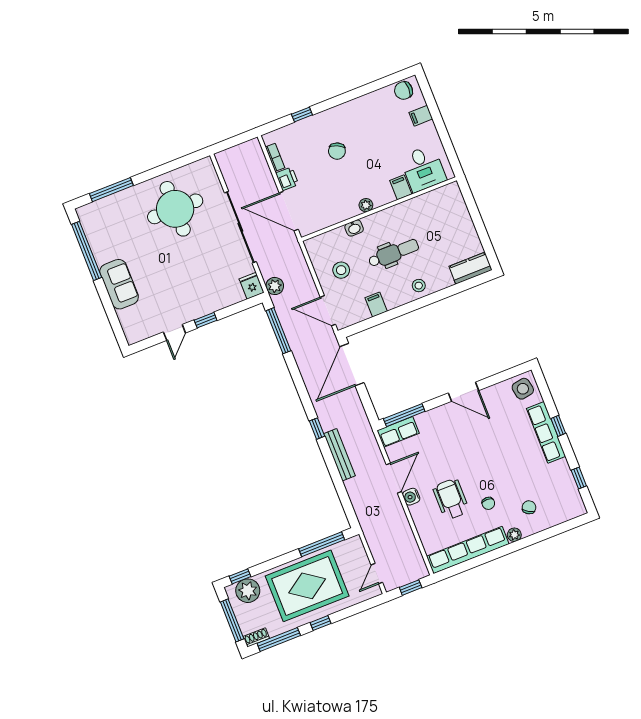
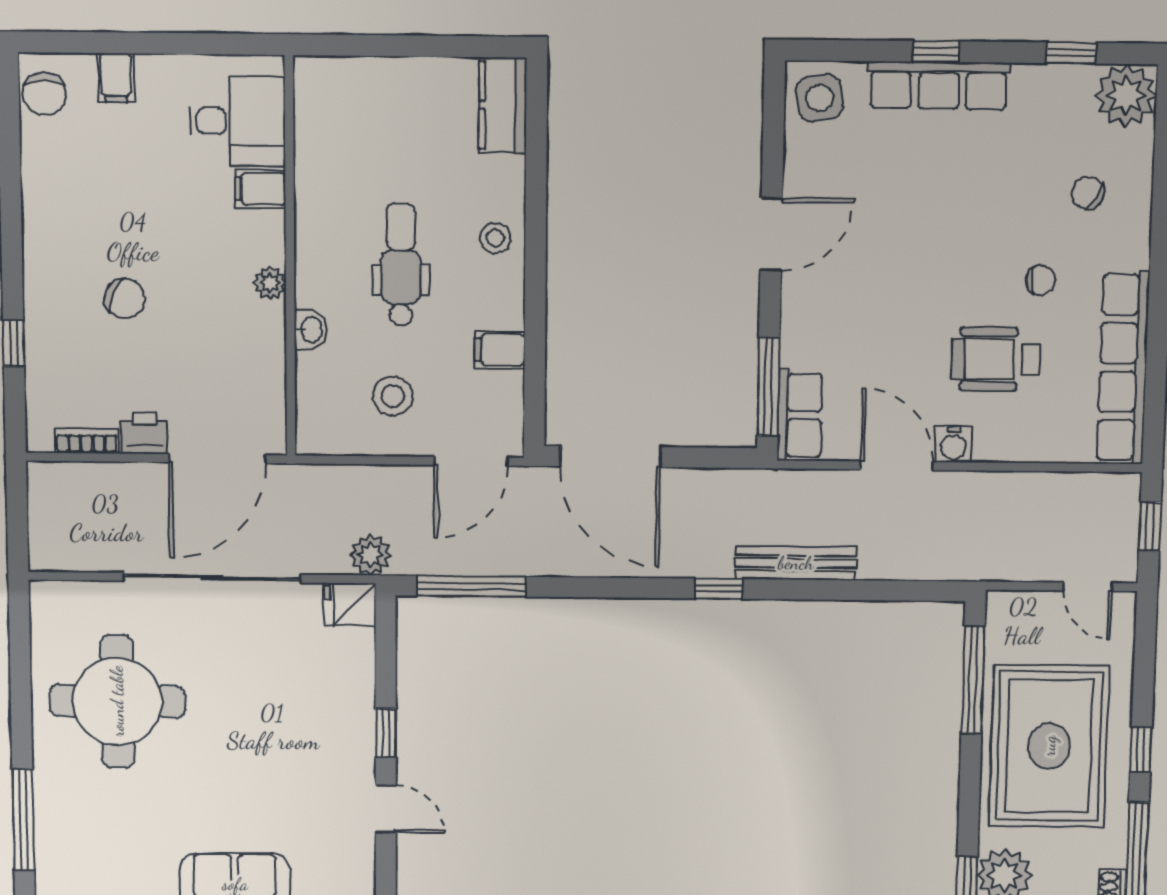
plant: (514, 535) -> (1126, 95), moved, width x1.88, depth x1.88

